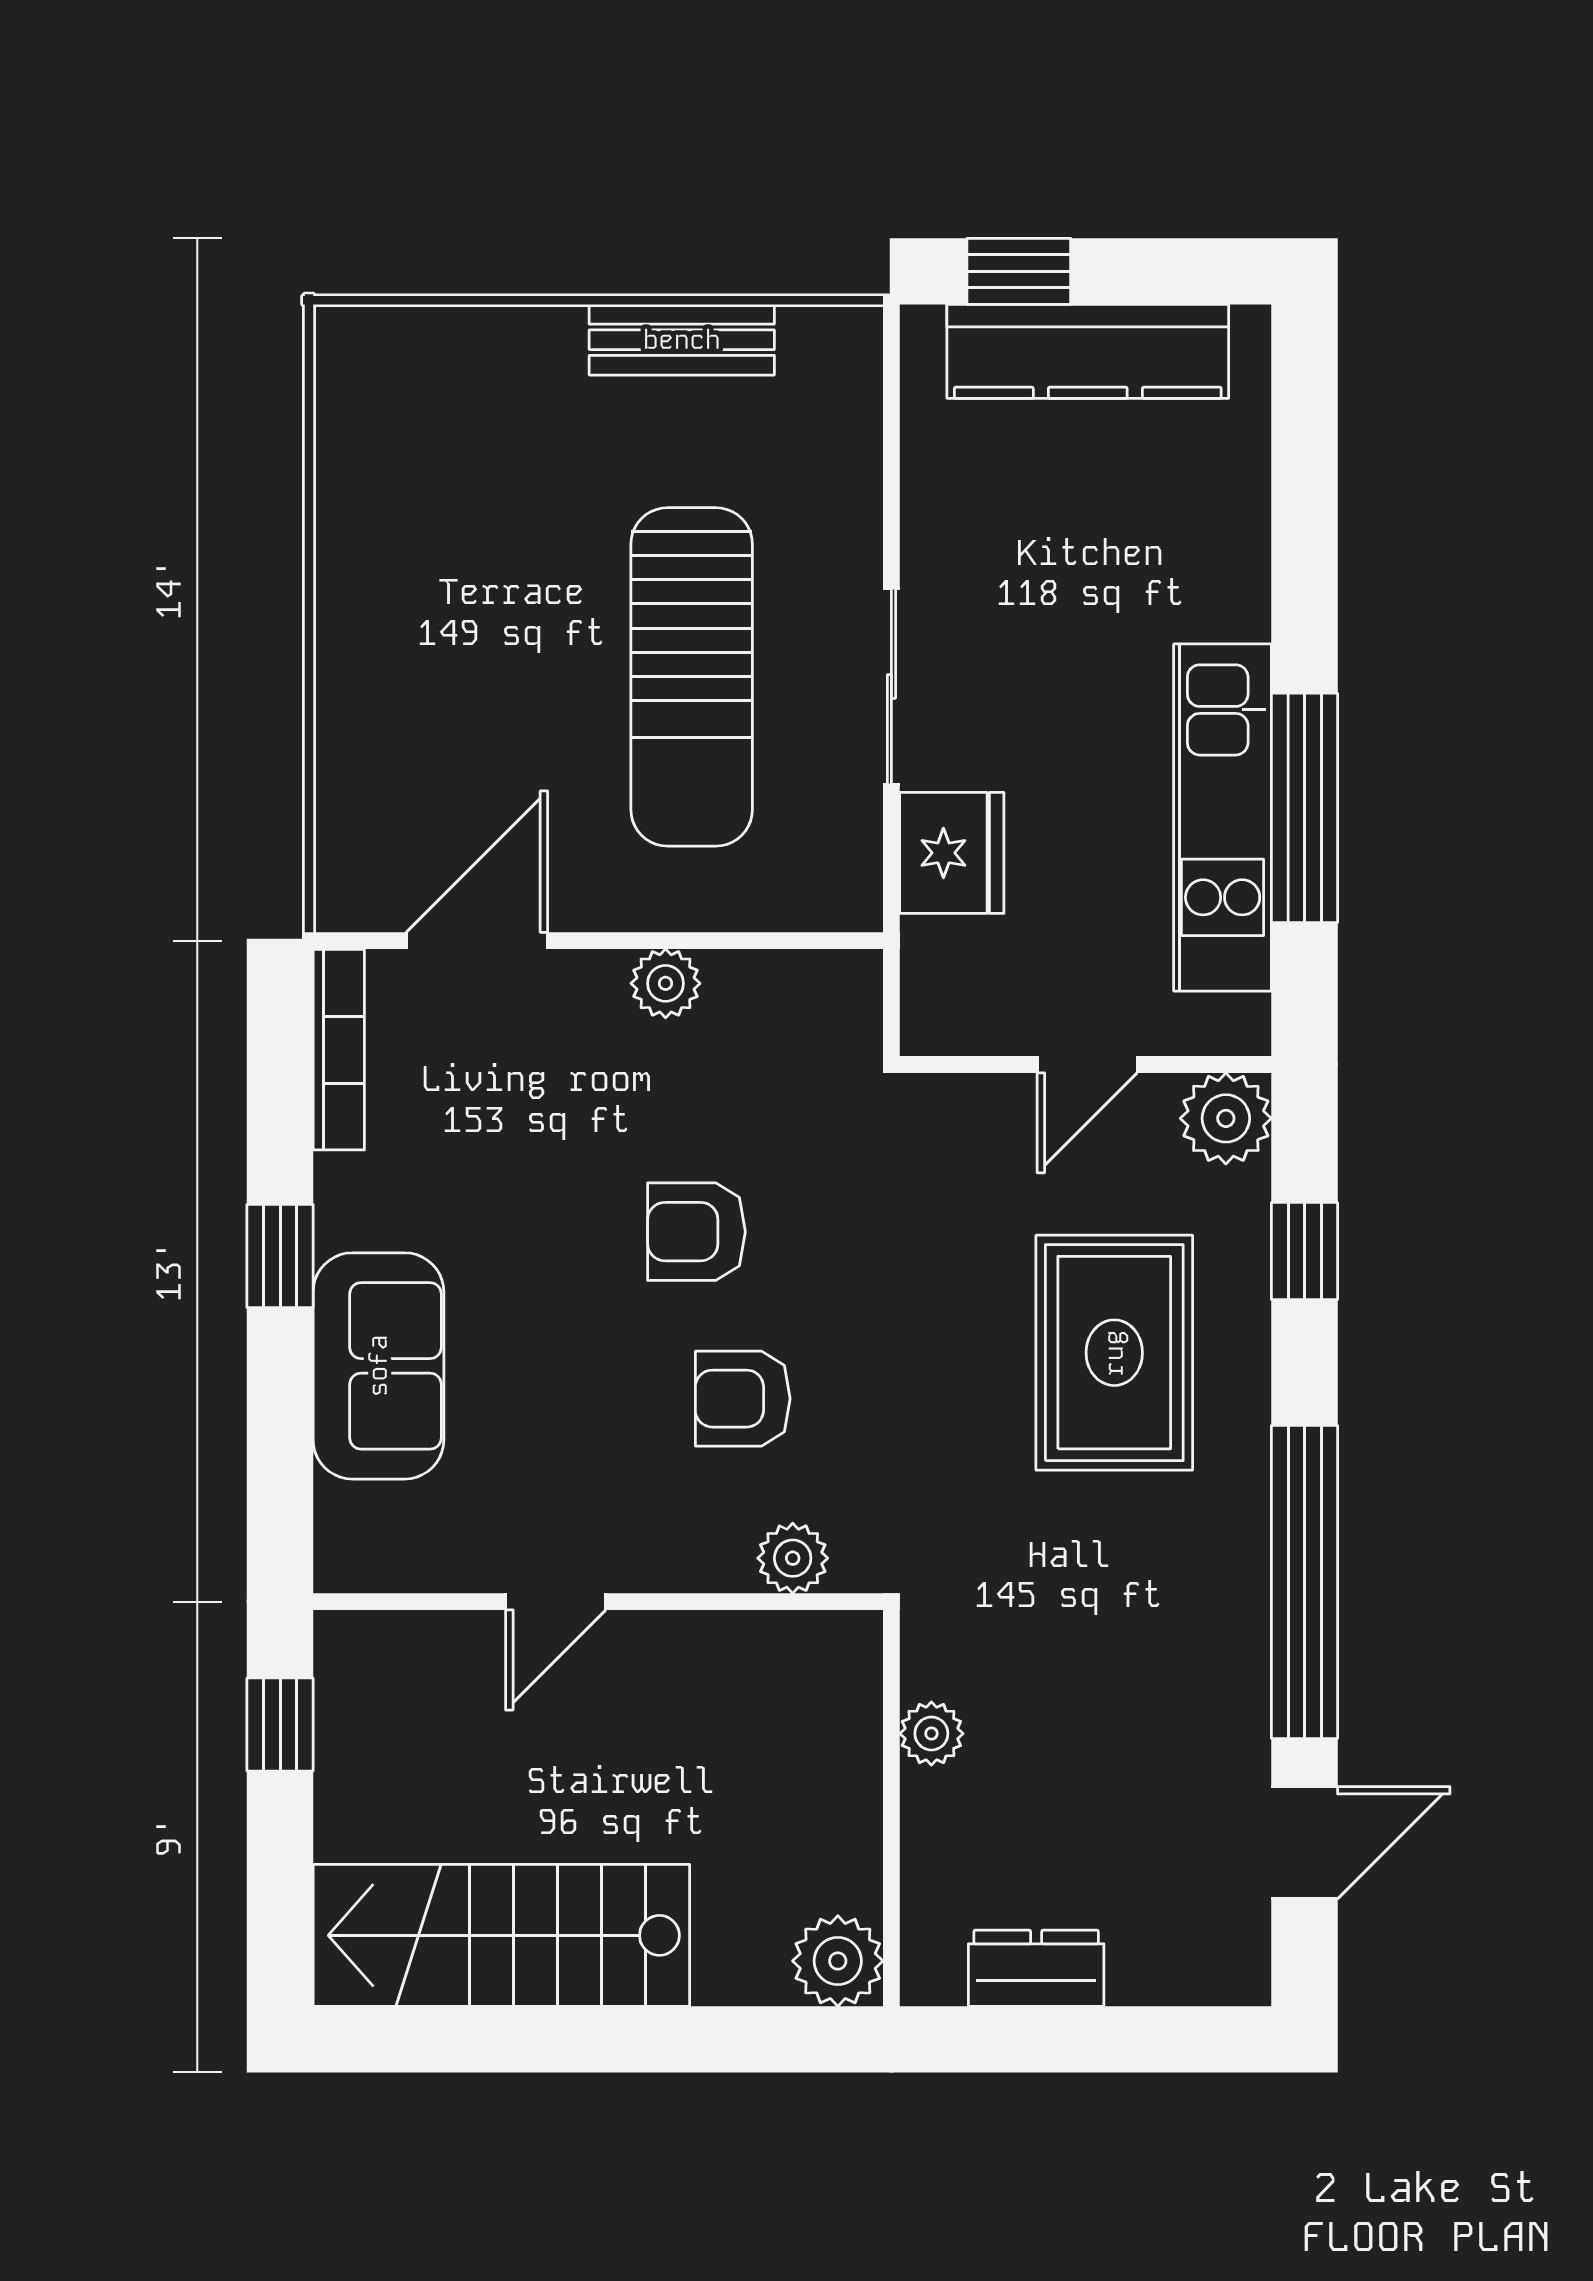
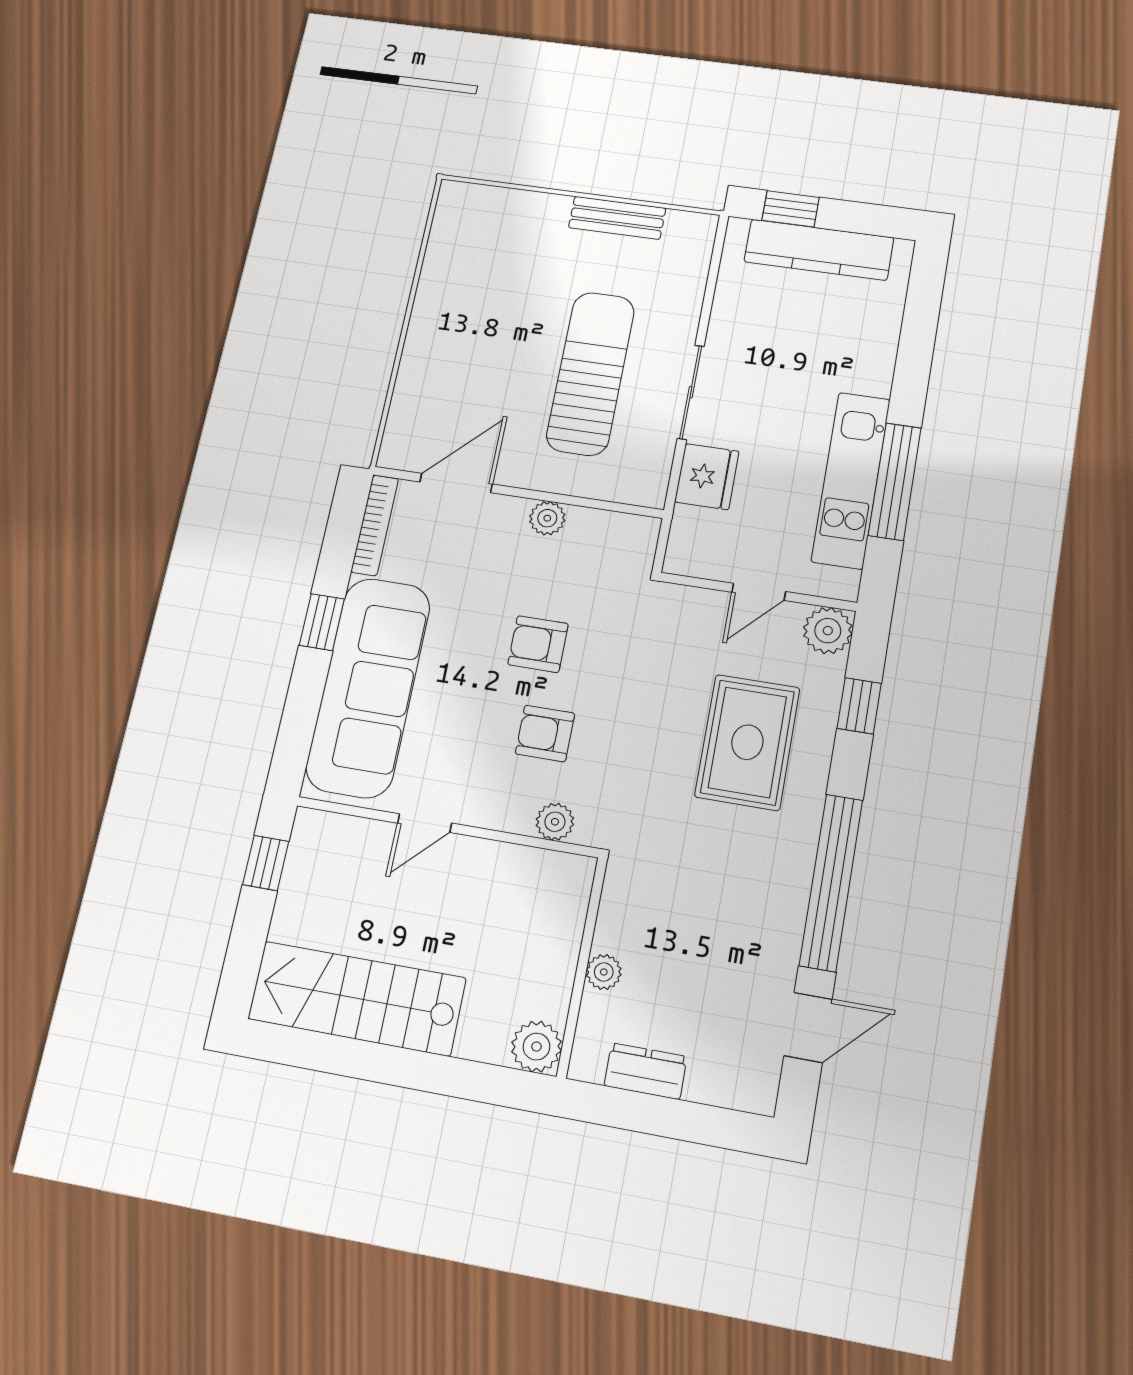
sun lounger: (692, 677) -> (591, 373), turned 180
sofa: (378, 1366) -> (368, 687), width x1.85, depth x1.27
plant: (931, 1734) -> (604, 972), moved

